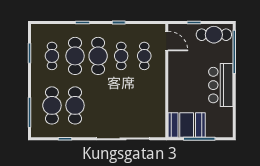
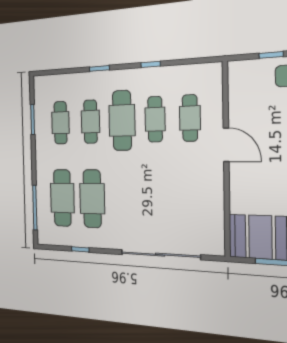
door: (167, 41) -> (226, 145), moved
cafe table: (75, 56) -> (90, 122), width x0.73, depth x0.74

